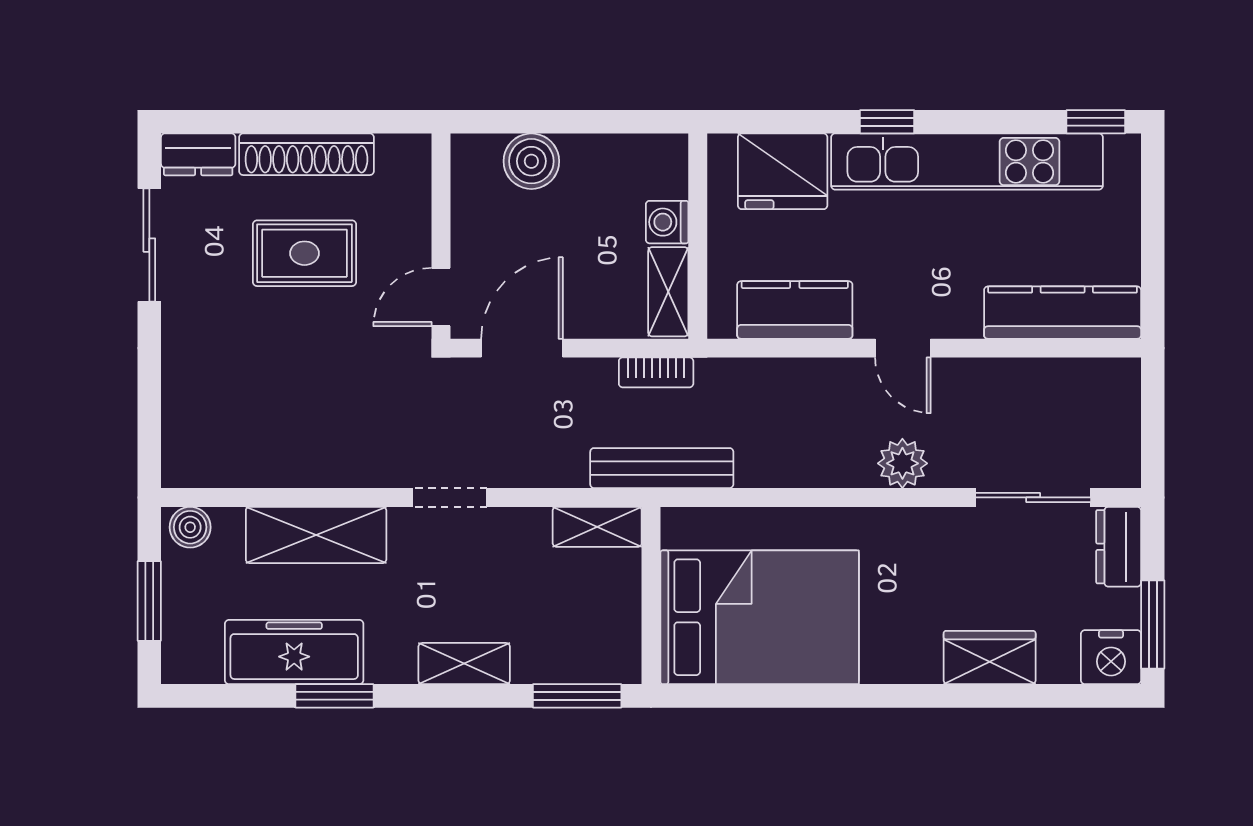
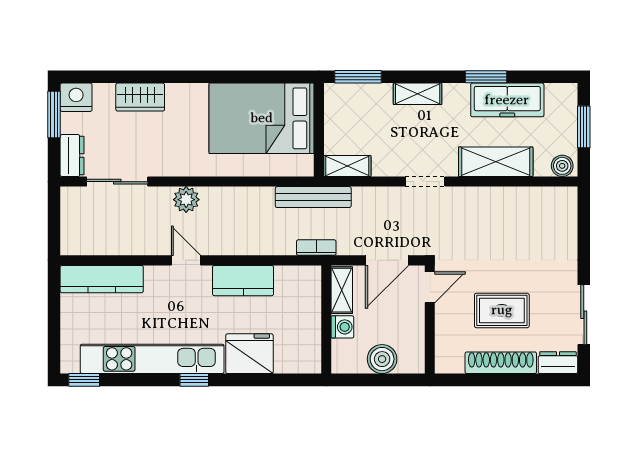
washing machine: (667, 222) -> (342, 327), moved
wall: (698, 236) -> (326, 320), moved
shelving: (668, 292) -> (342, 290), moved

